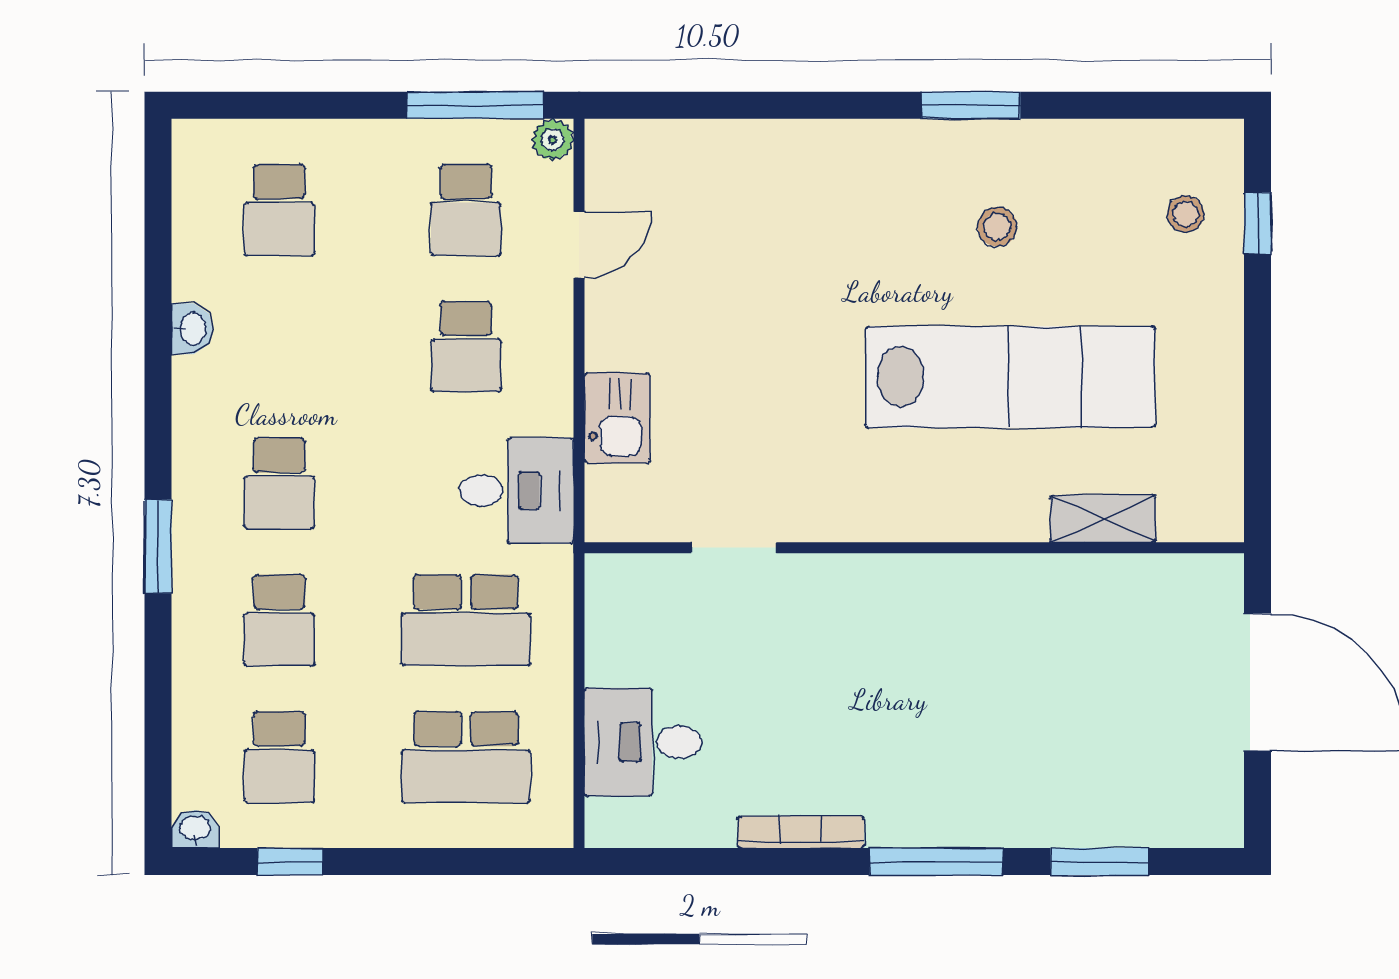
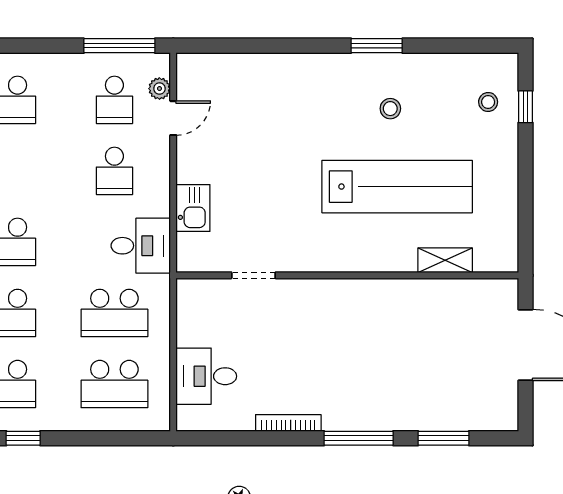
plant: (553, 140) -> (159, 89), moved

